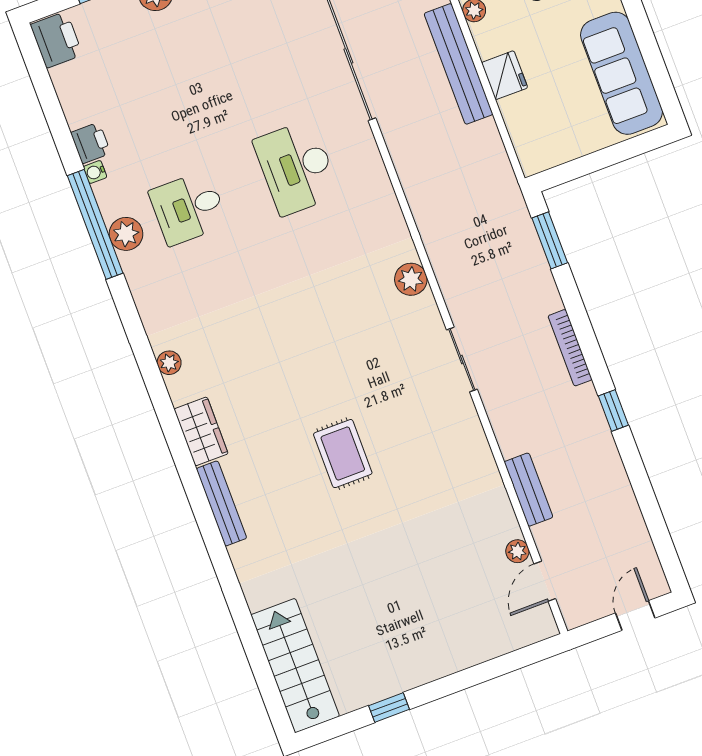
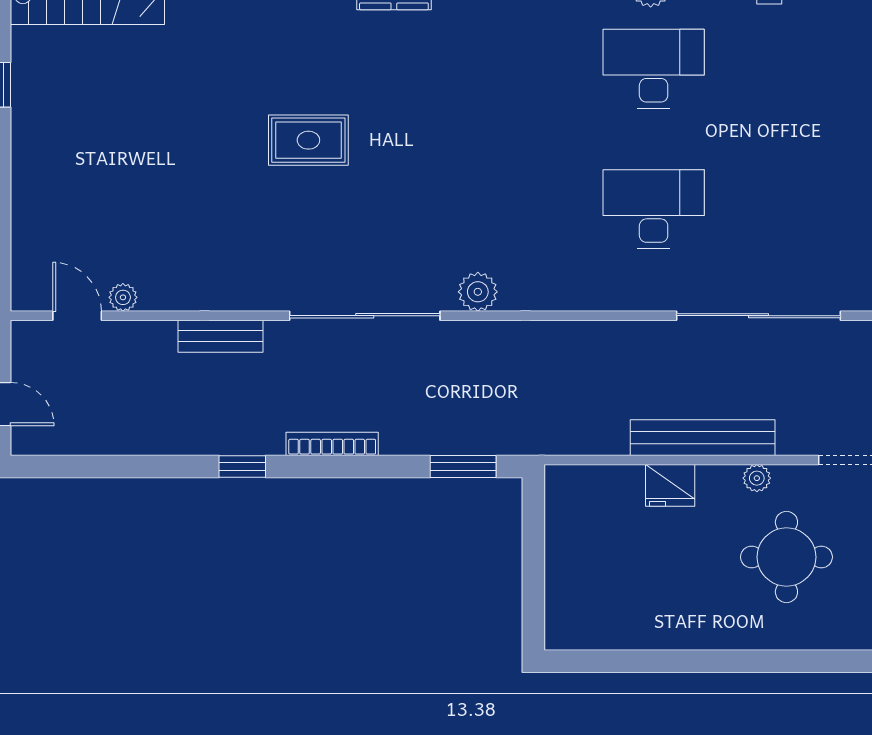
sofa: (621, 73) -> (623, 619), removed
desk: (188, 208) -> (654, 69), width x1.37
sliding door: (462, 360) -> (365, 316), width x1.86
bench: (528, 490) -> (221, 336), moved

